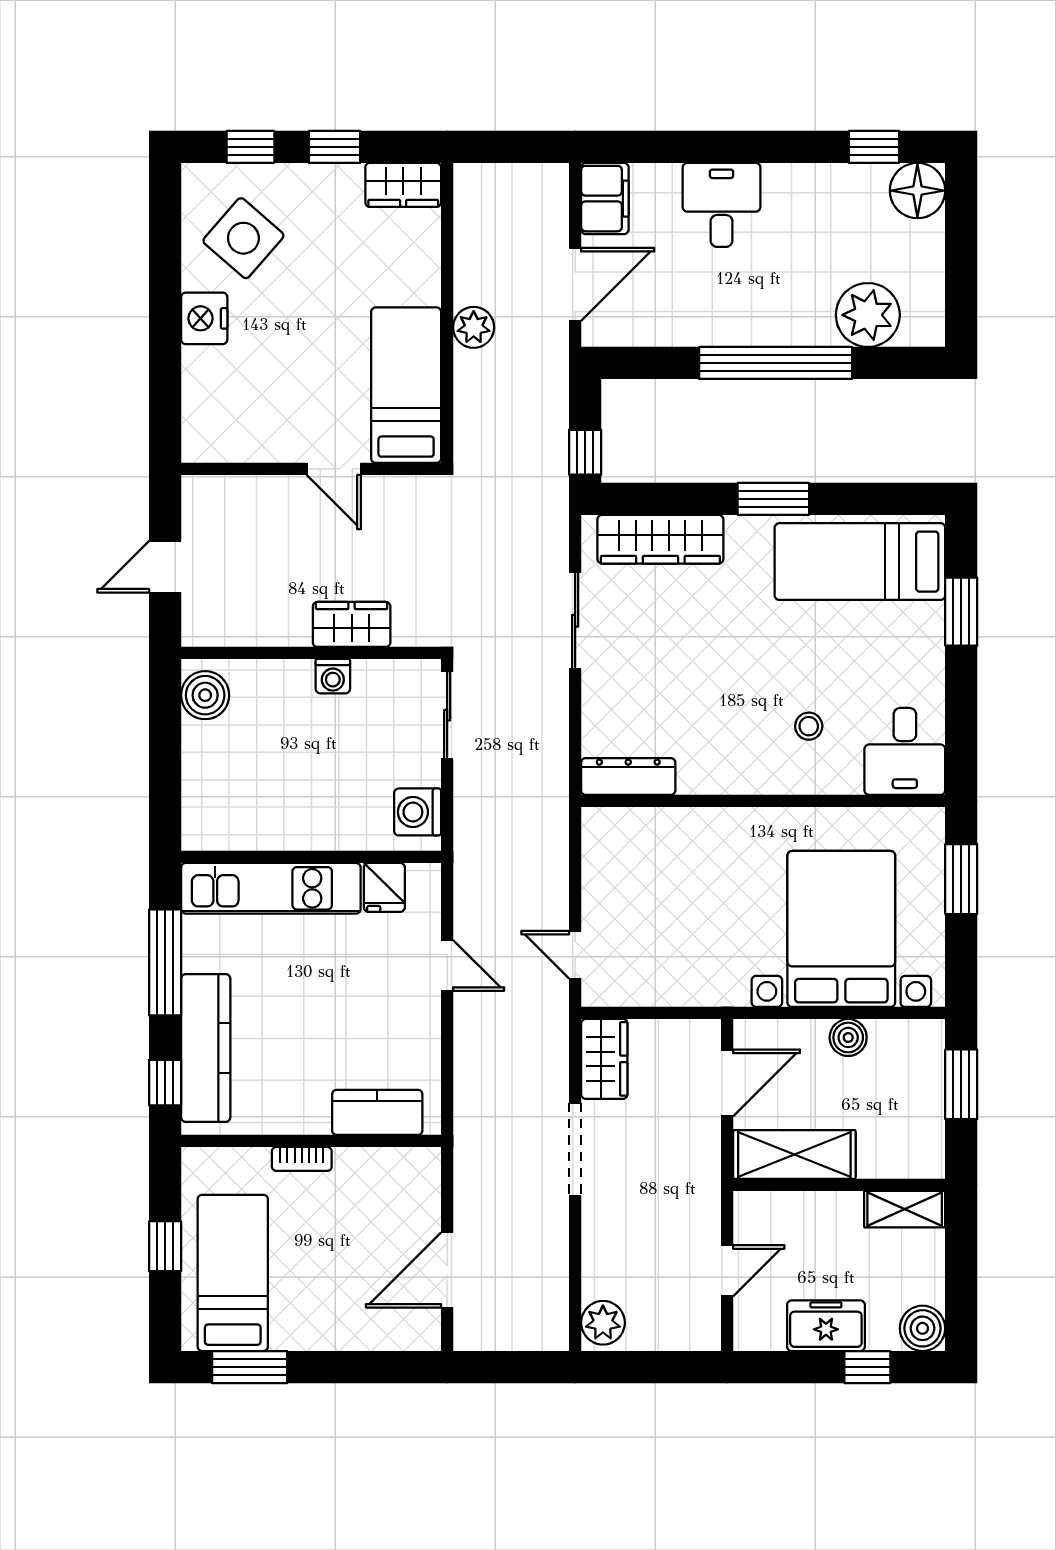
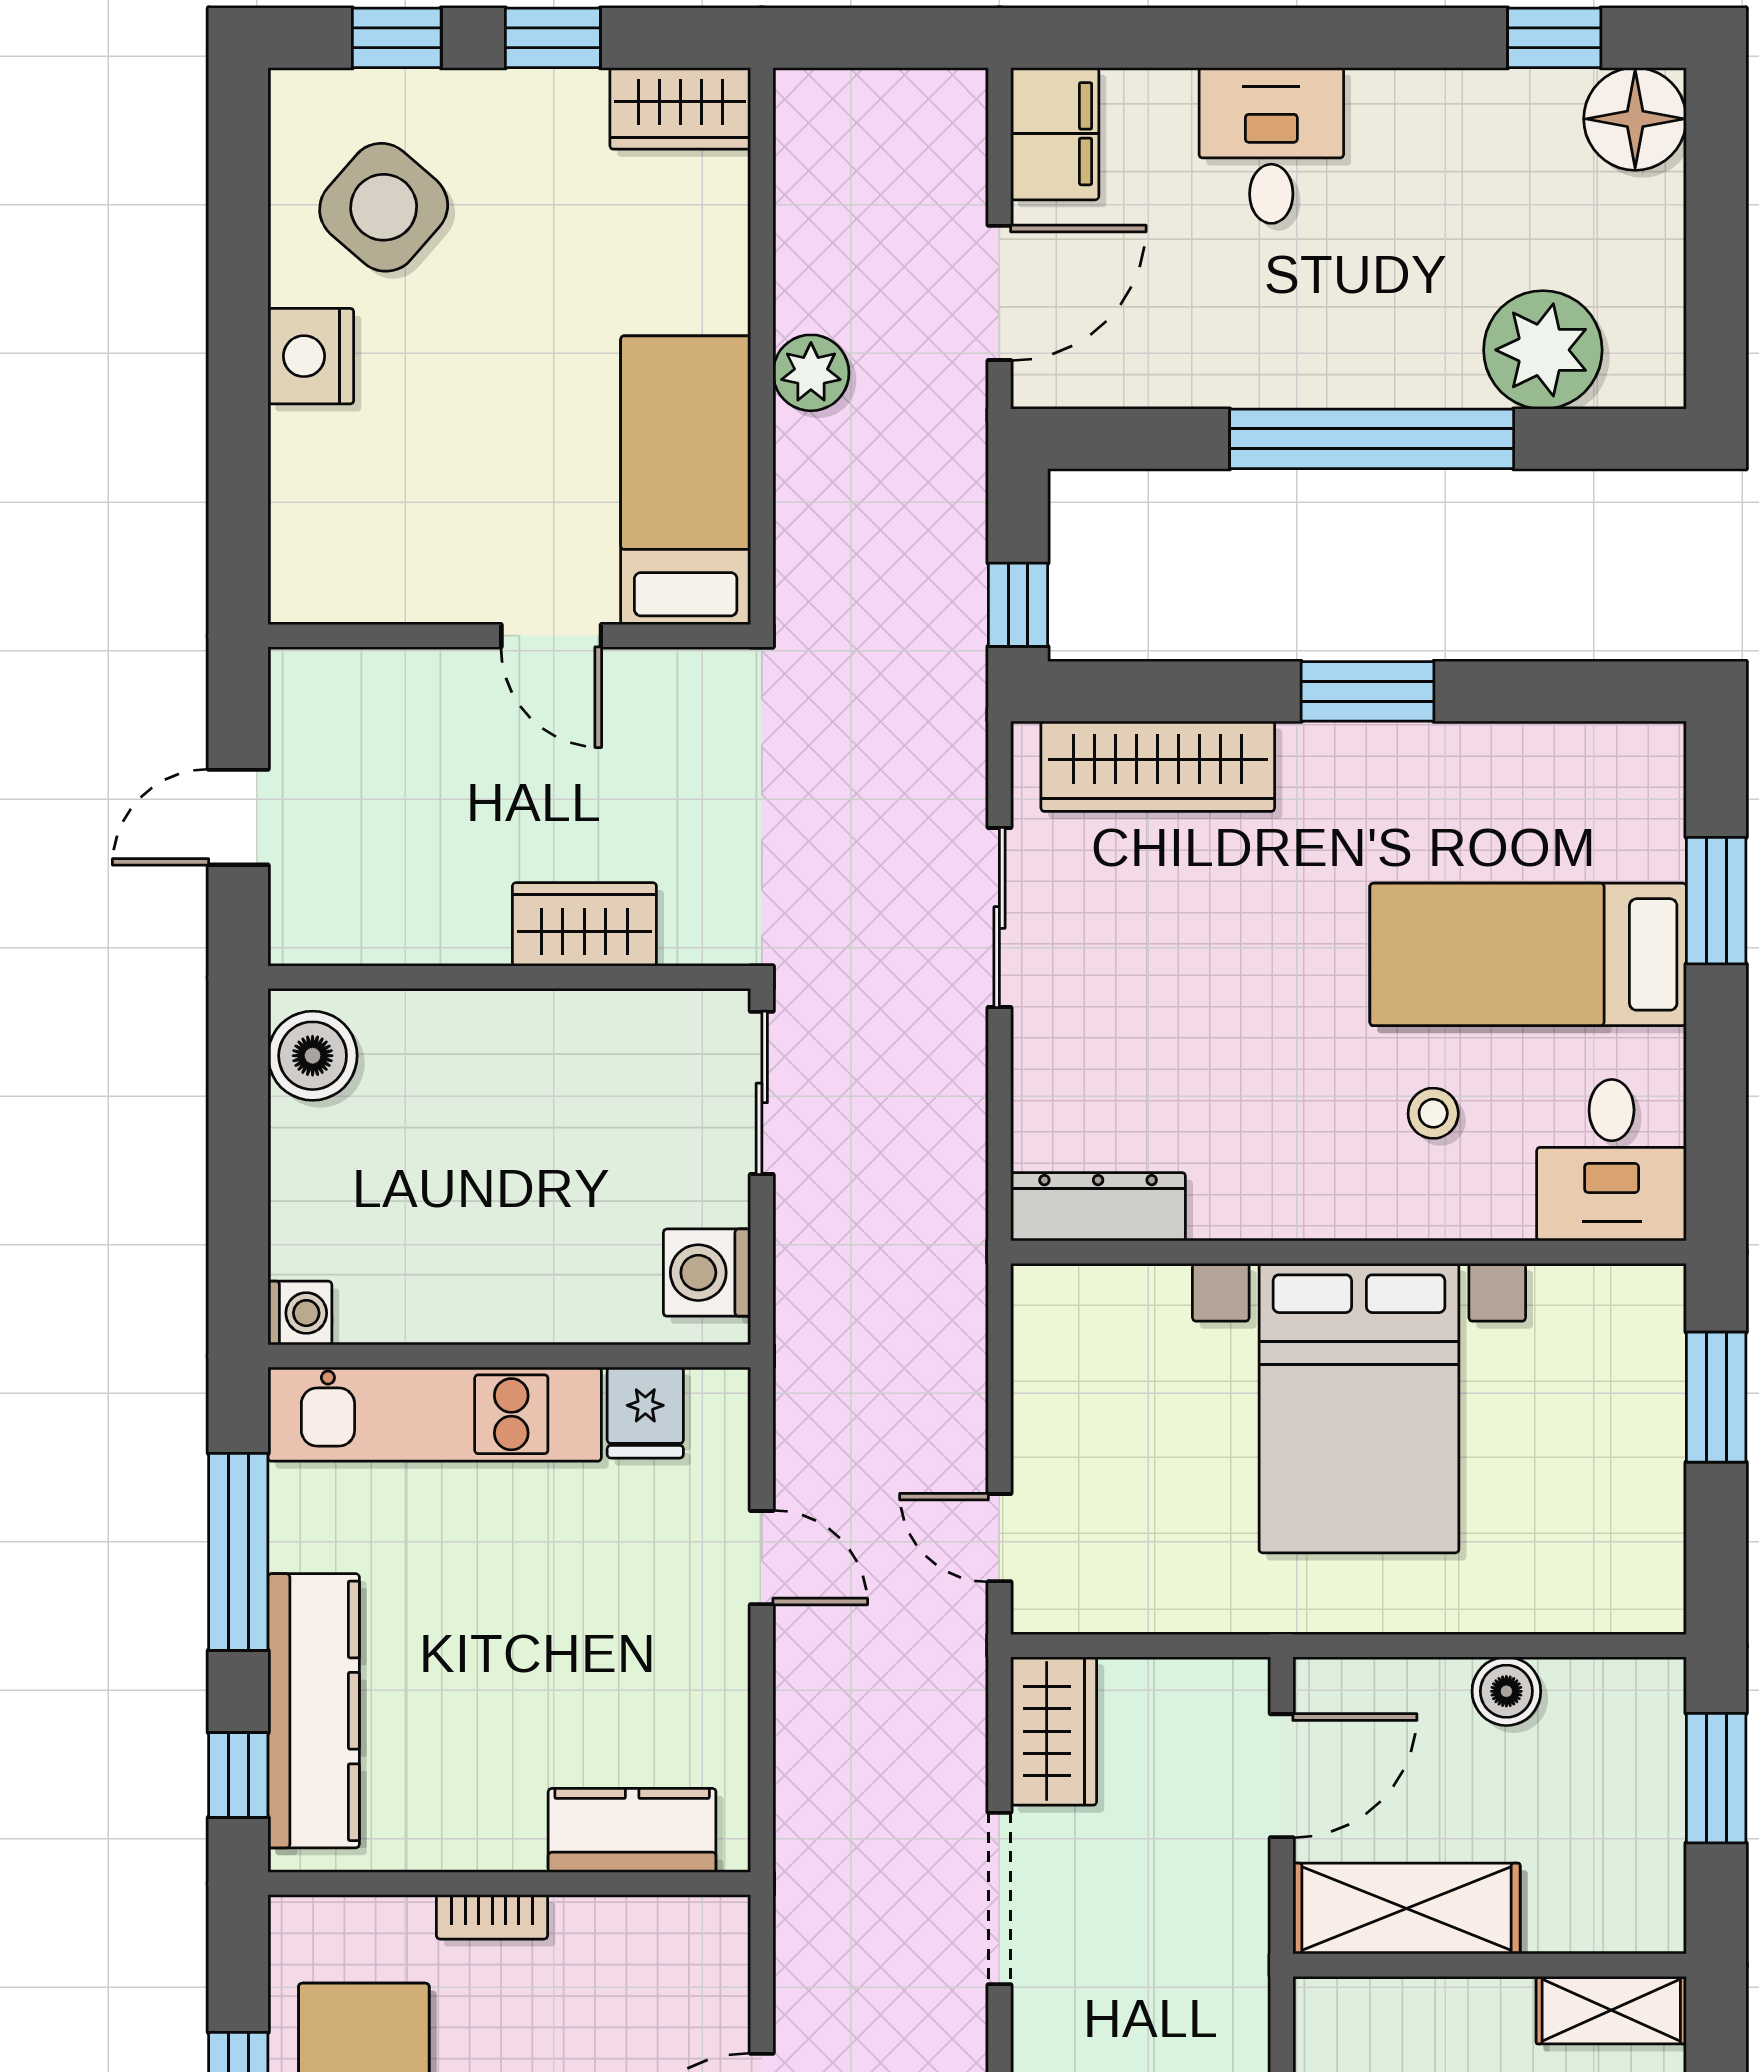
bed: (860, 562) -> (1528, 954), moved
washing machine: (333, 676) -> (300, 1313), moved, turned -90
bed with nightstands: (841, 929) -> (1359, 1408), moved, turned 180

